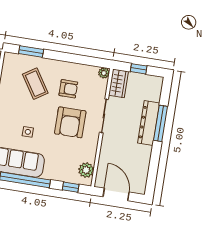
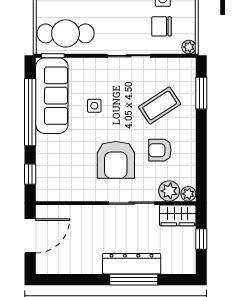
armchair: (68, 89) -> (160, 150), turned 90
armchair: (70, 122) -> (116, 160), turned -90
plant: (86, 170) -> (169, 191), moved

